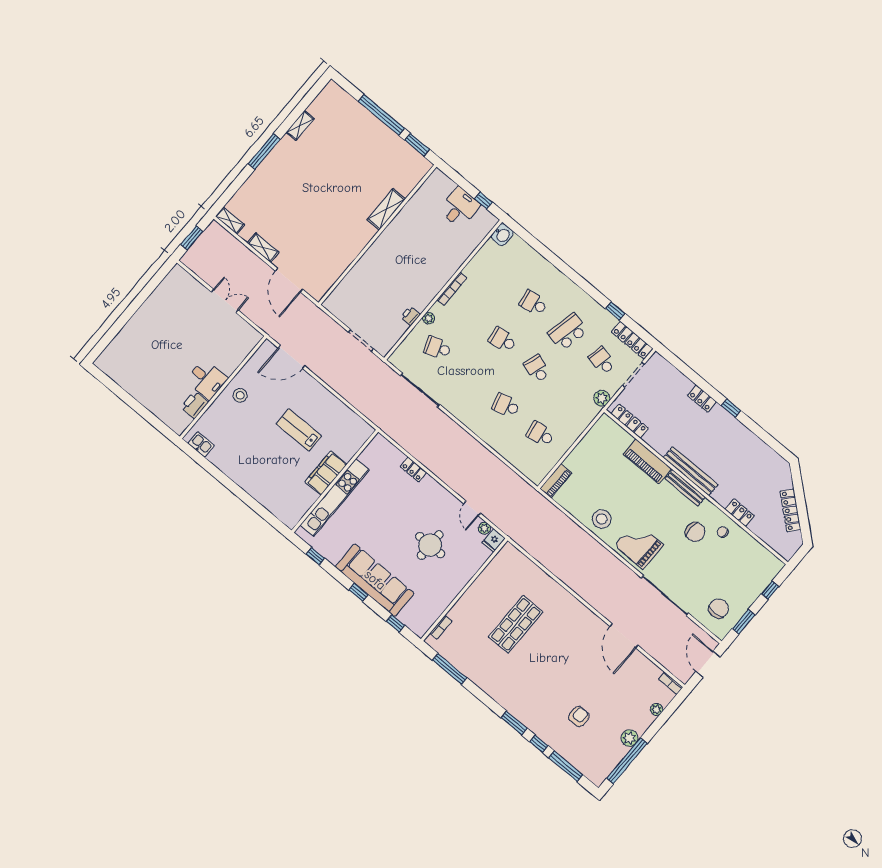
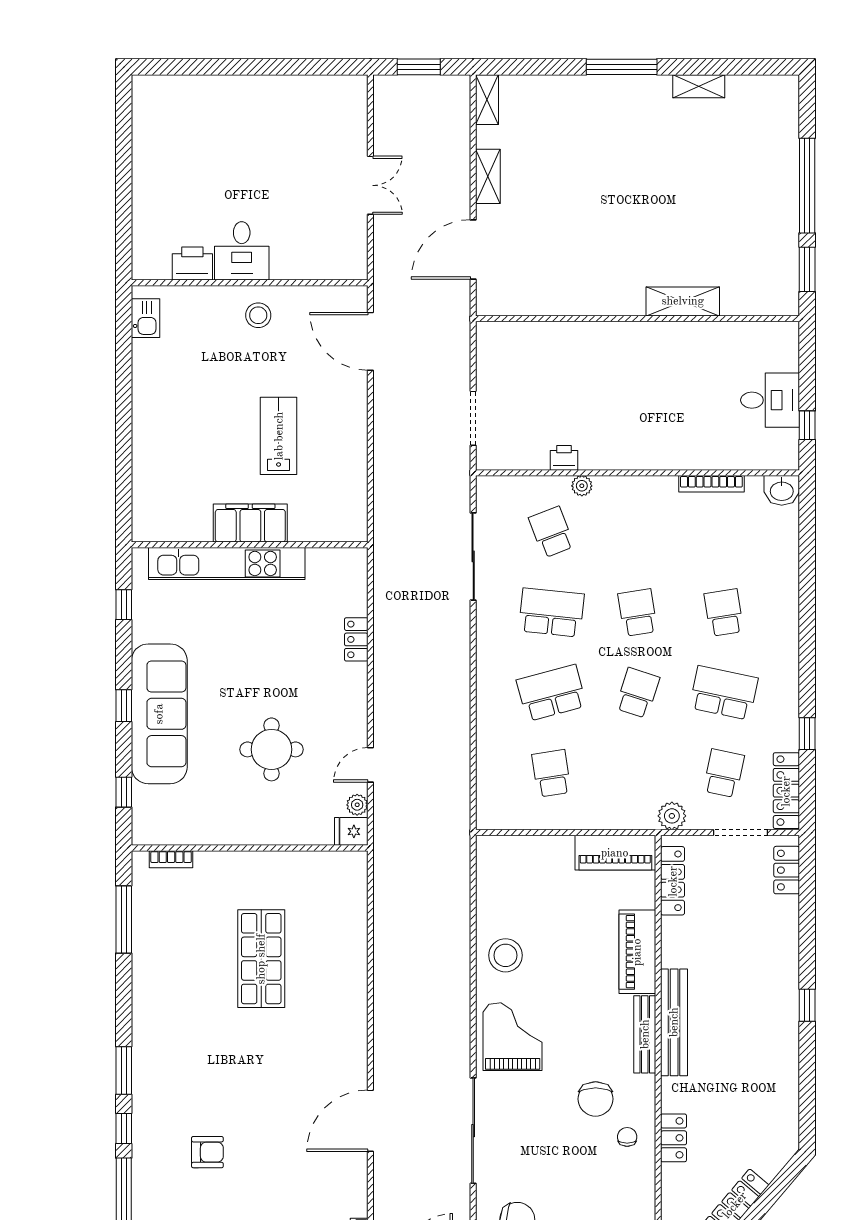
bookcase: (452, 289) -> (711, 484), moved
school desk: (472, 377) -> (551, 612), added
locker: (702, 399) -> (787, 870), moved
school desk: (506, 405) -> (551, 693), width x1.85
piano: (556, 481) -> (615, 853), moved, width x1.37, depth x1.33
shop shelf: (516, 624) -> (261, 959), turned 90

